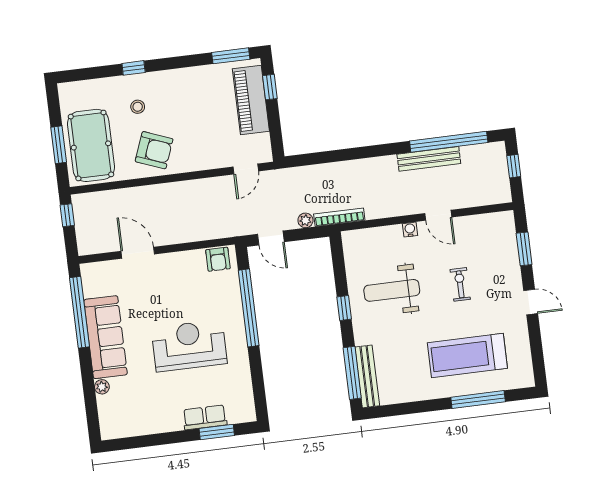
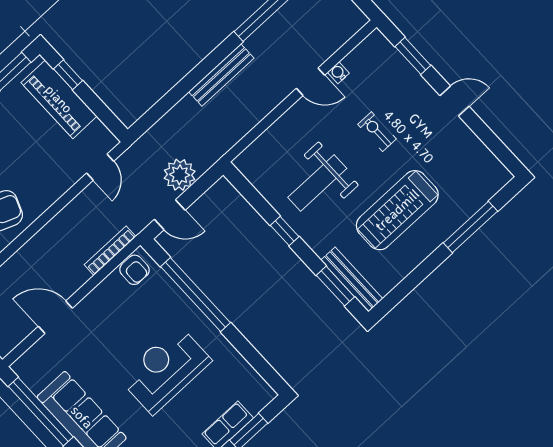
bench: (429, 159) -> (221, 75), moved
bookcase: (339, 217) -> (110, 251), moved
plant: (305, 220) -> (180, 175), width x1.87, depth x1.87
water cooler: (410, 230) -> (338, 73), moved
treadmill: (467, 355) -> (397, 210), moved
window: (352, 373) -> (335, 286), width x0.69

